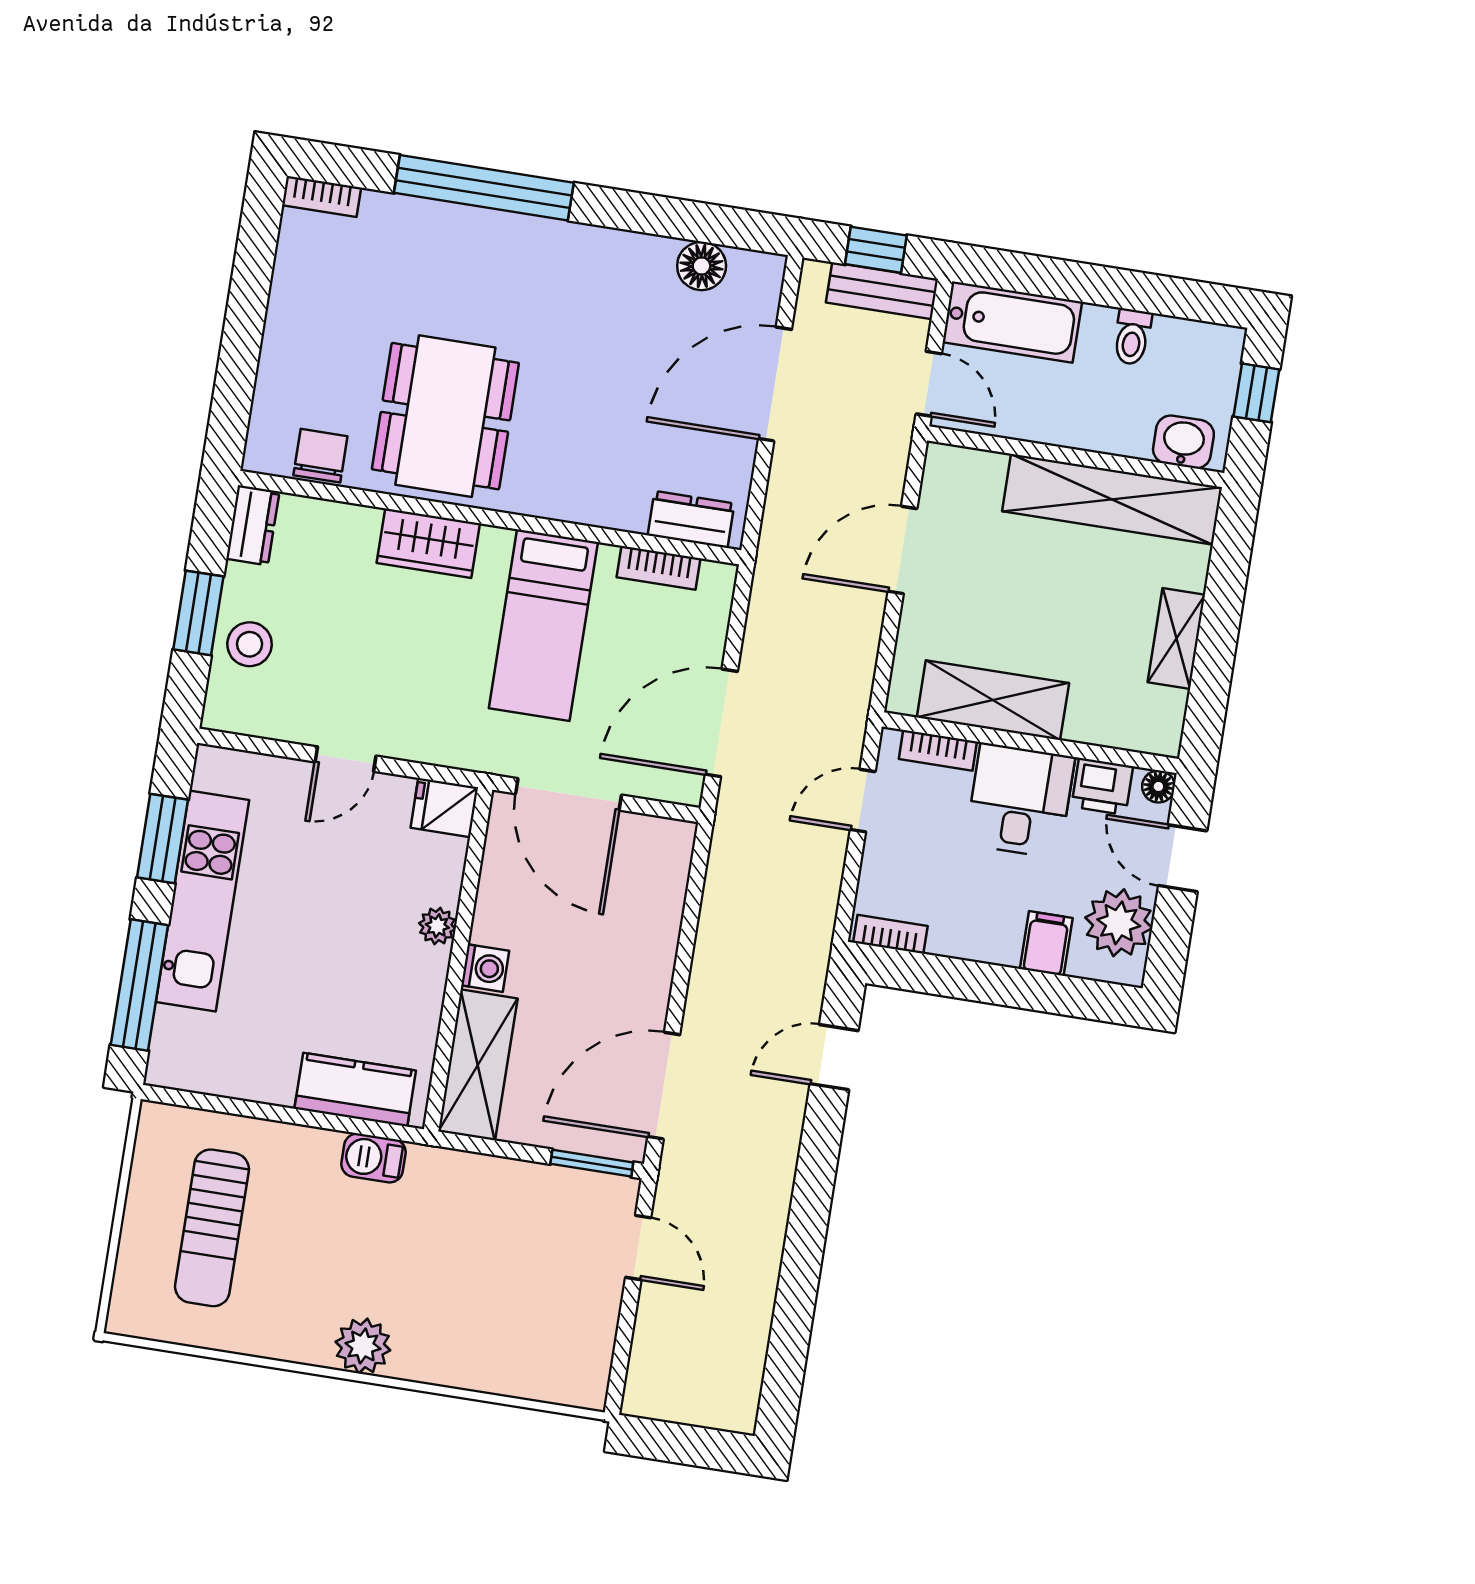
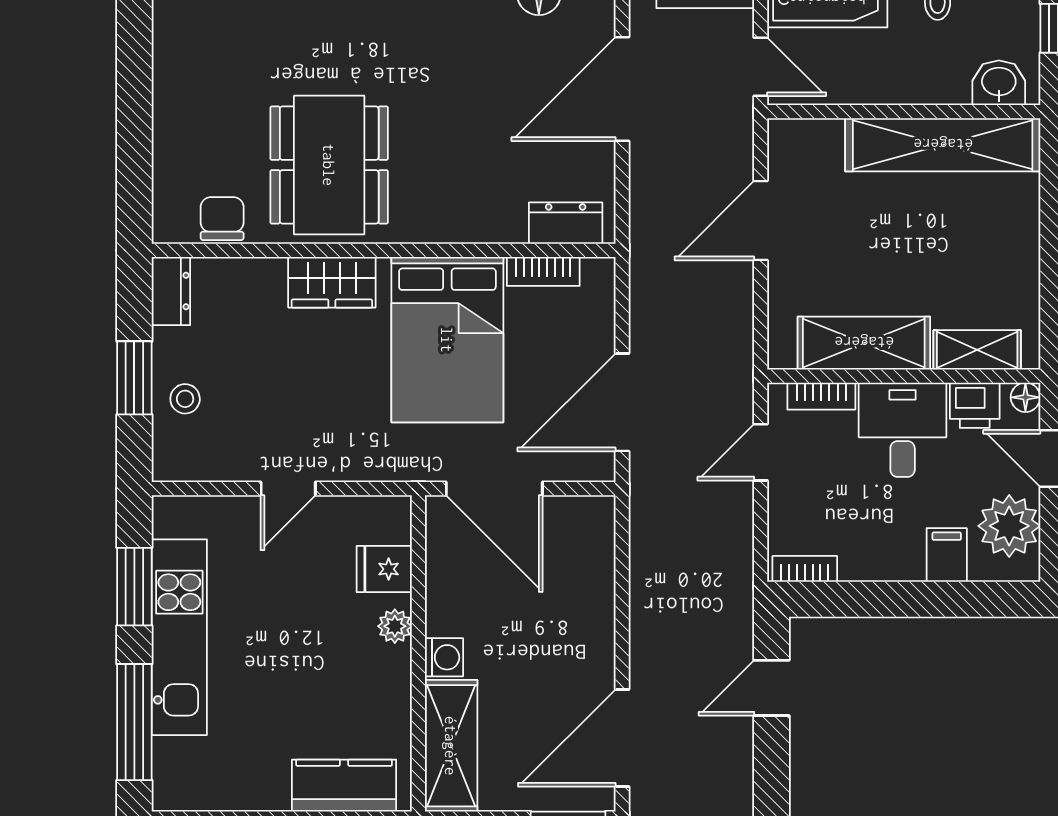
bed: (543, 625) -> (447, 340), width x1.50
shelving: (1176, 639) -> (977, 350), moved, turned 90
stool: (250, 644) -> (185, 399), width x0.73, depth x0.73
fridge: (444, 808) -> (384, 569), moved

